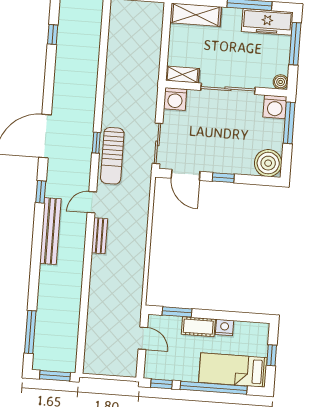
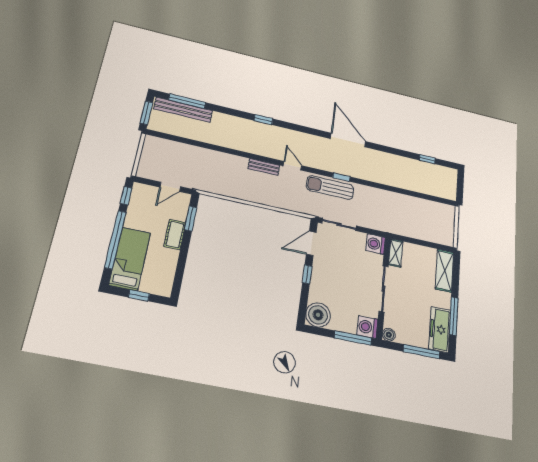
window: (41, 192) -> (263, 120), moved
bench: (50, 231) -> (183, 110), moved
nightstand: (225, 328) -> (171, 257), removed

